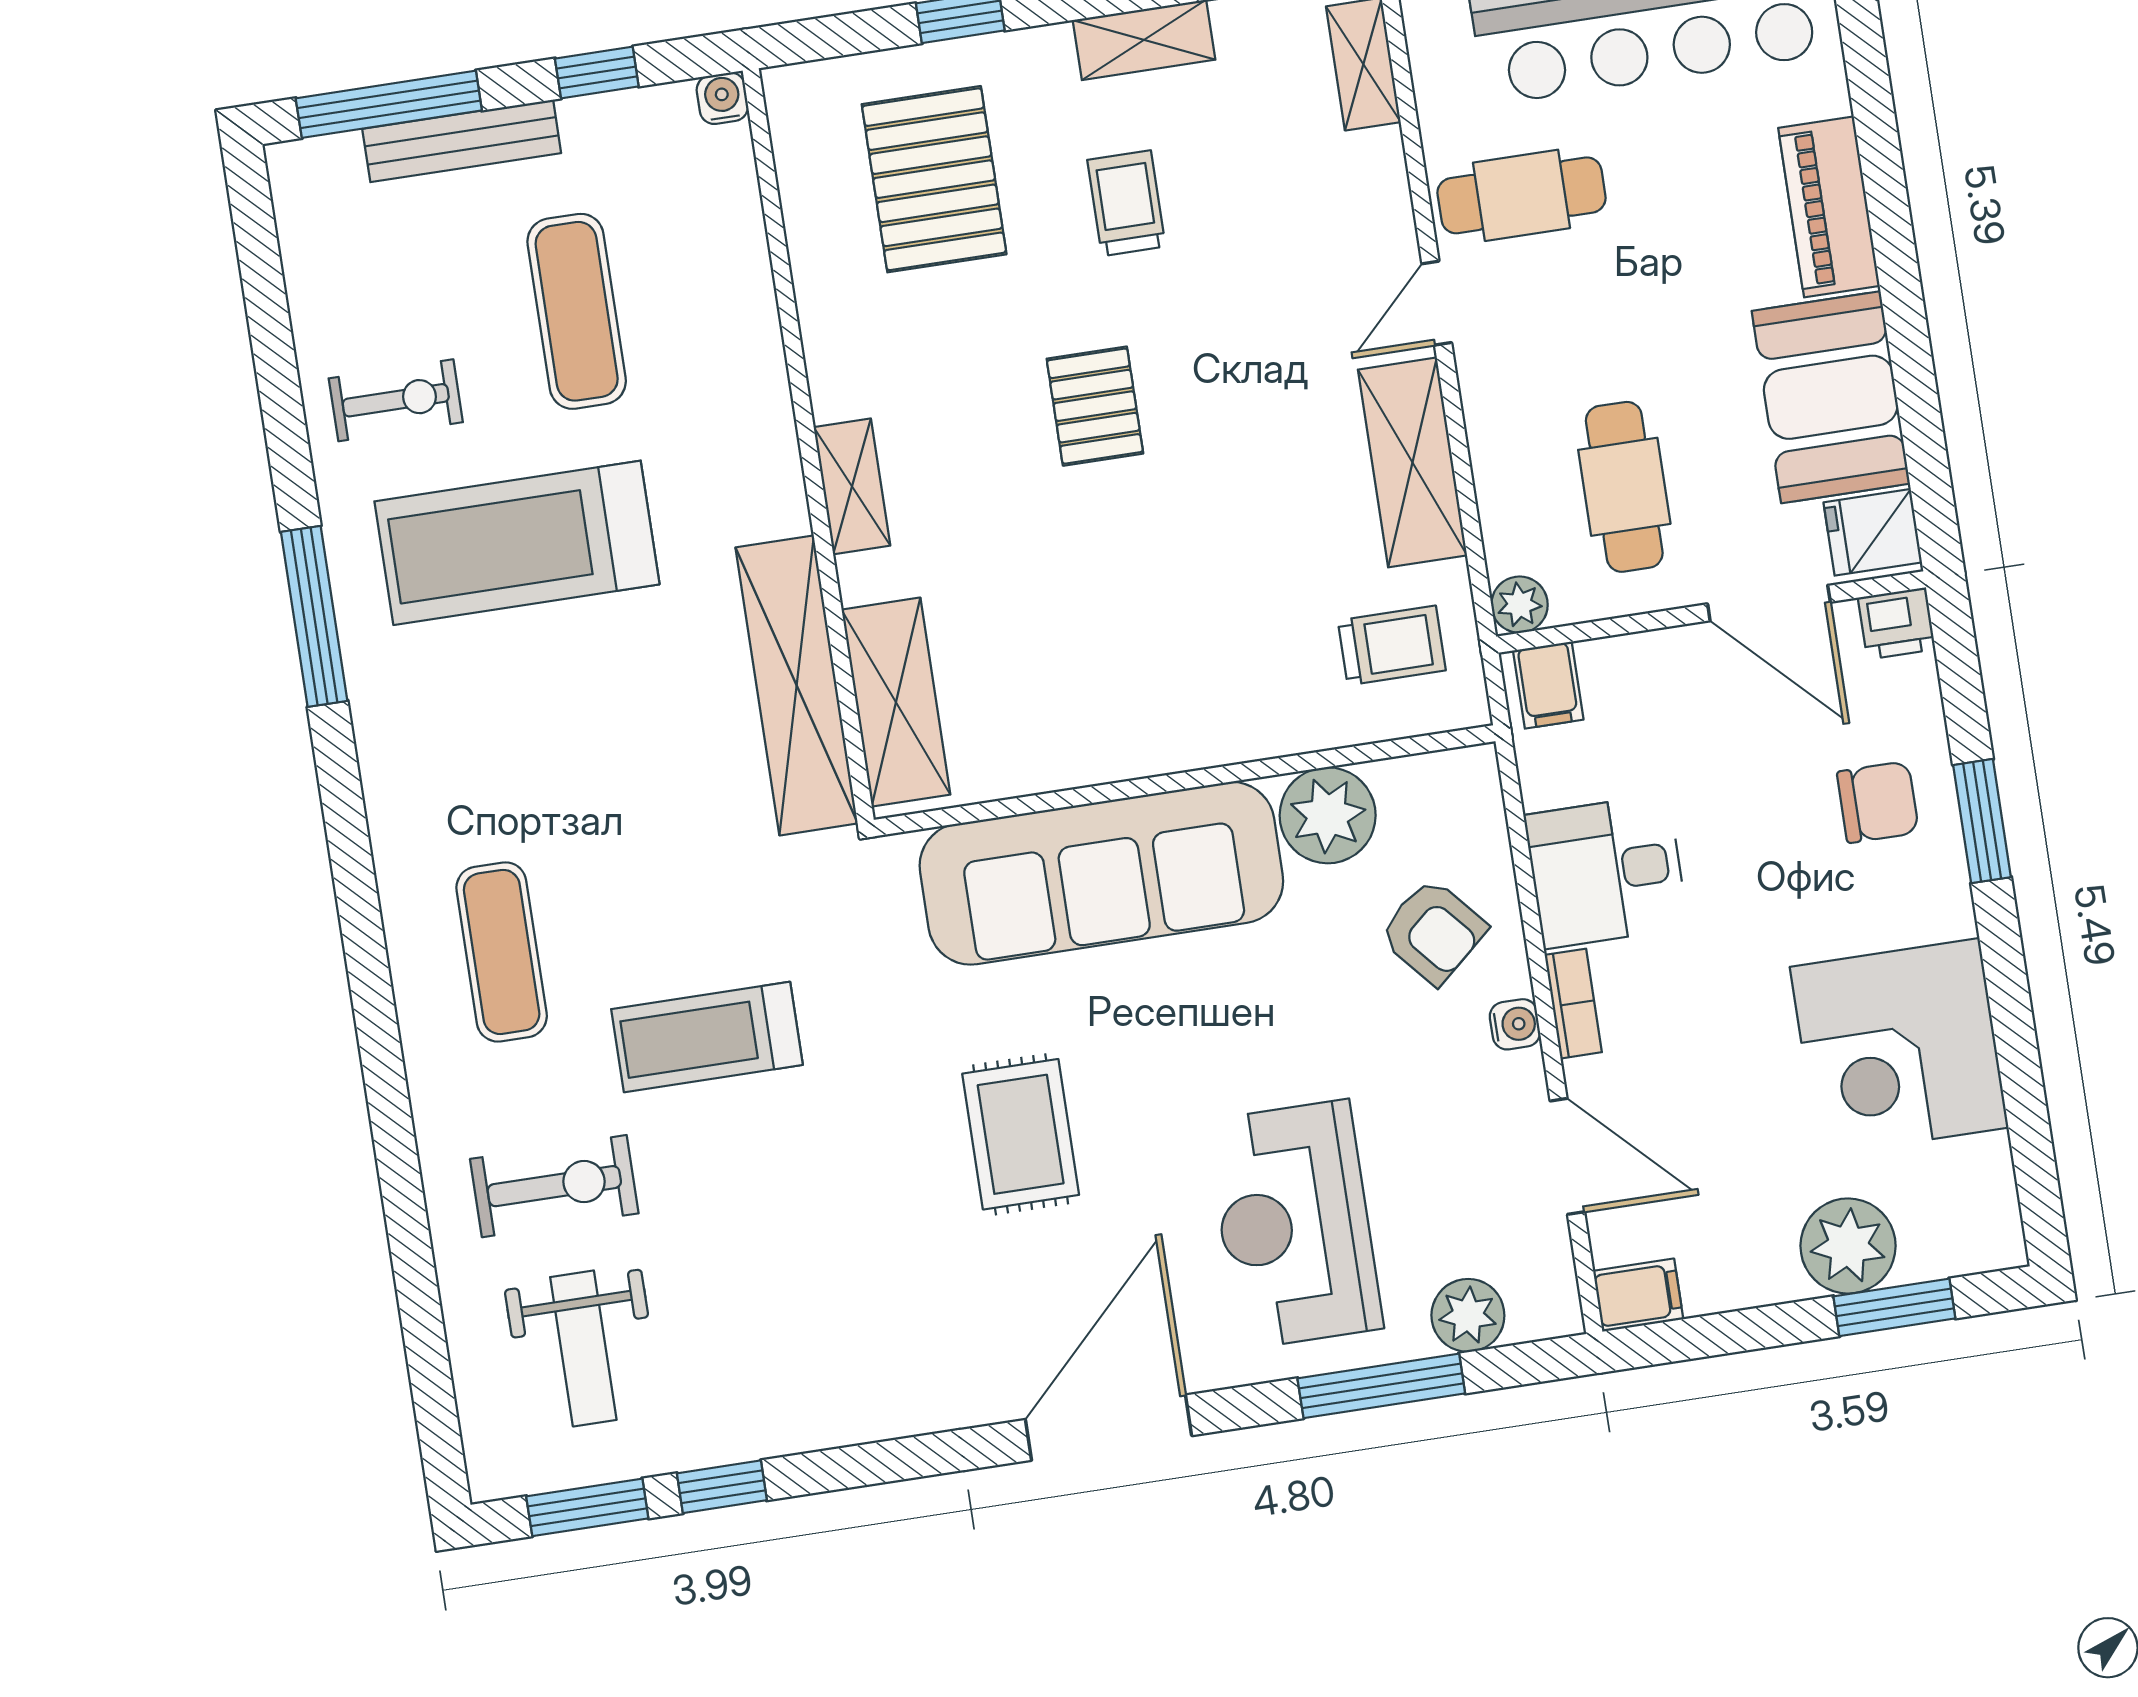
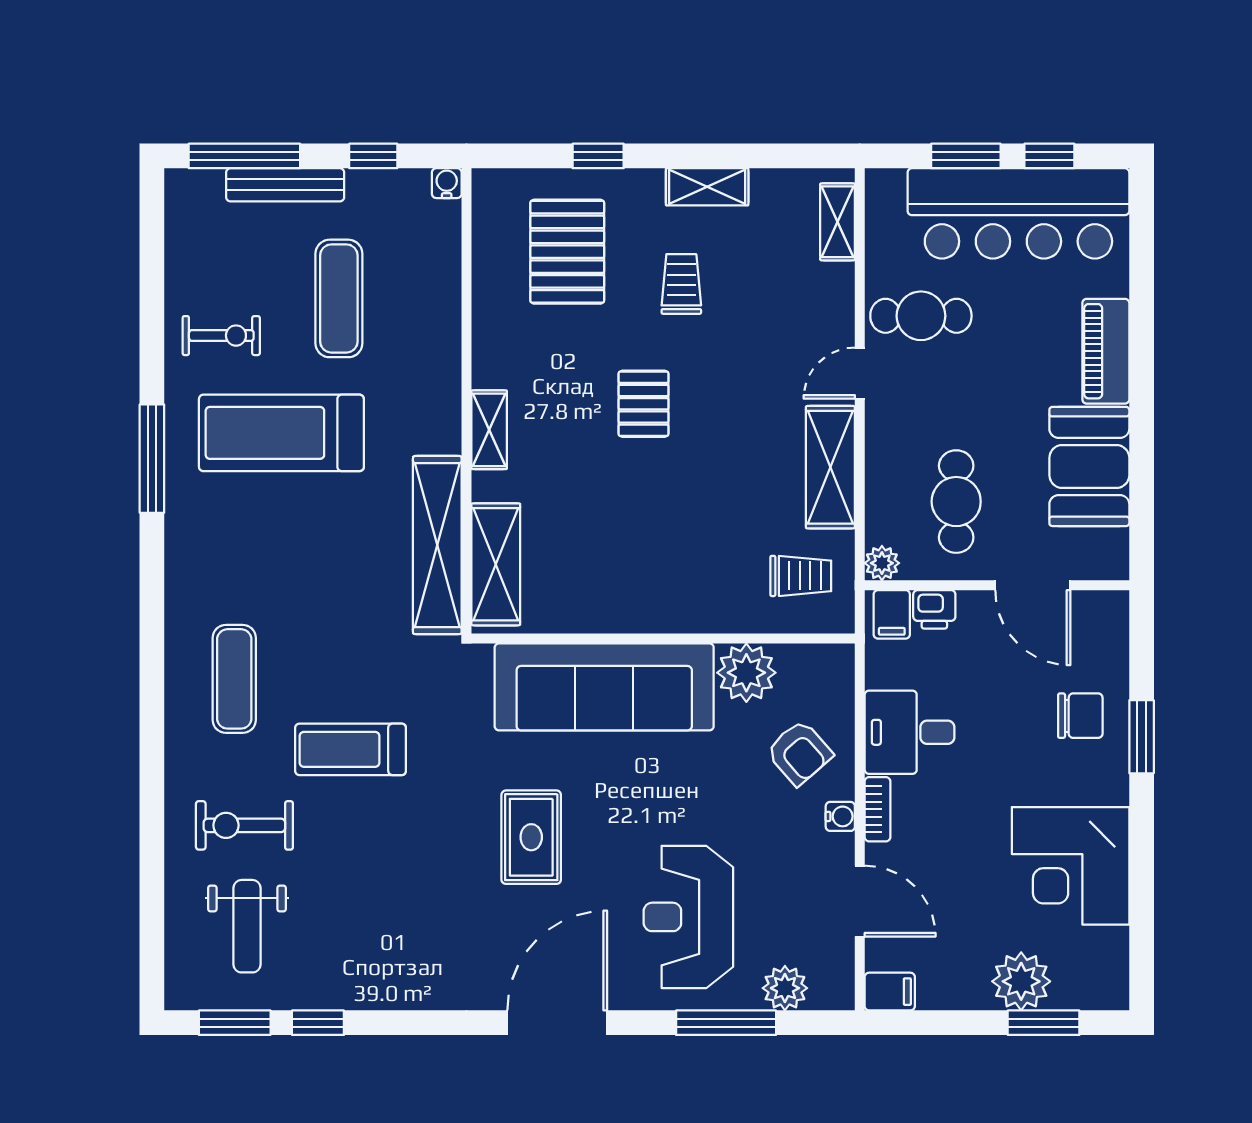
fridge: (1873, 532) -> (1102, 552), removed
printer: (1897, 623) -> (934, 609), moved
exercise bike: (554, 1186) -> (244, 825), turned 180

